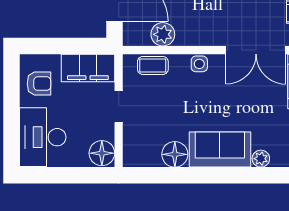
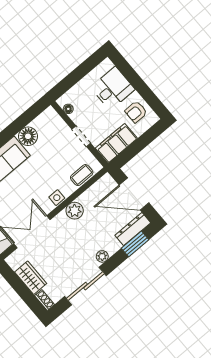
plant: (163, 34) -> (75, 211), moved
desk: (43, 137) -> (113, 88), width x0.73
floor lamp: (102, 153) -> (68, 109), width x0.53, depth x0.53

